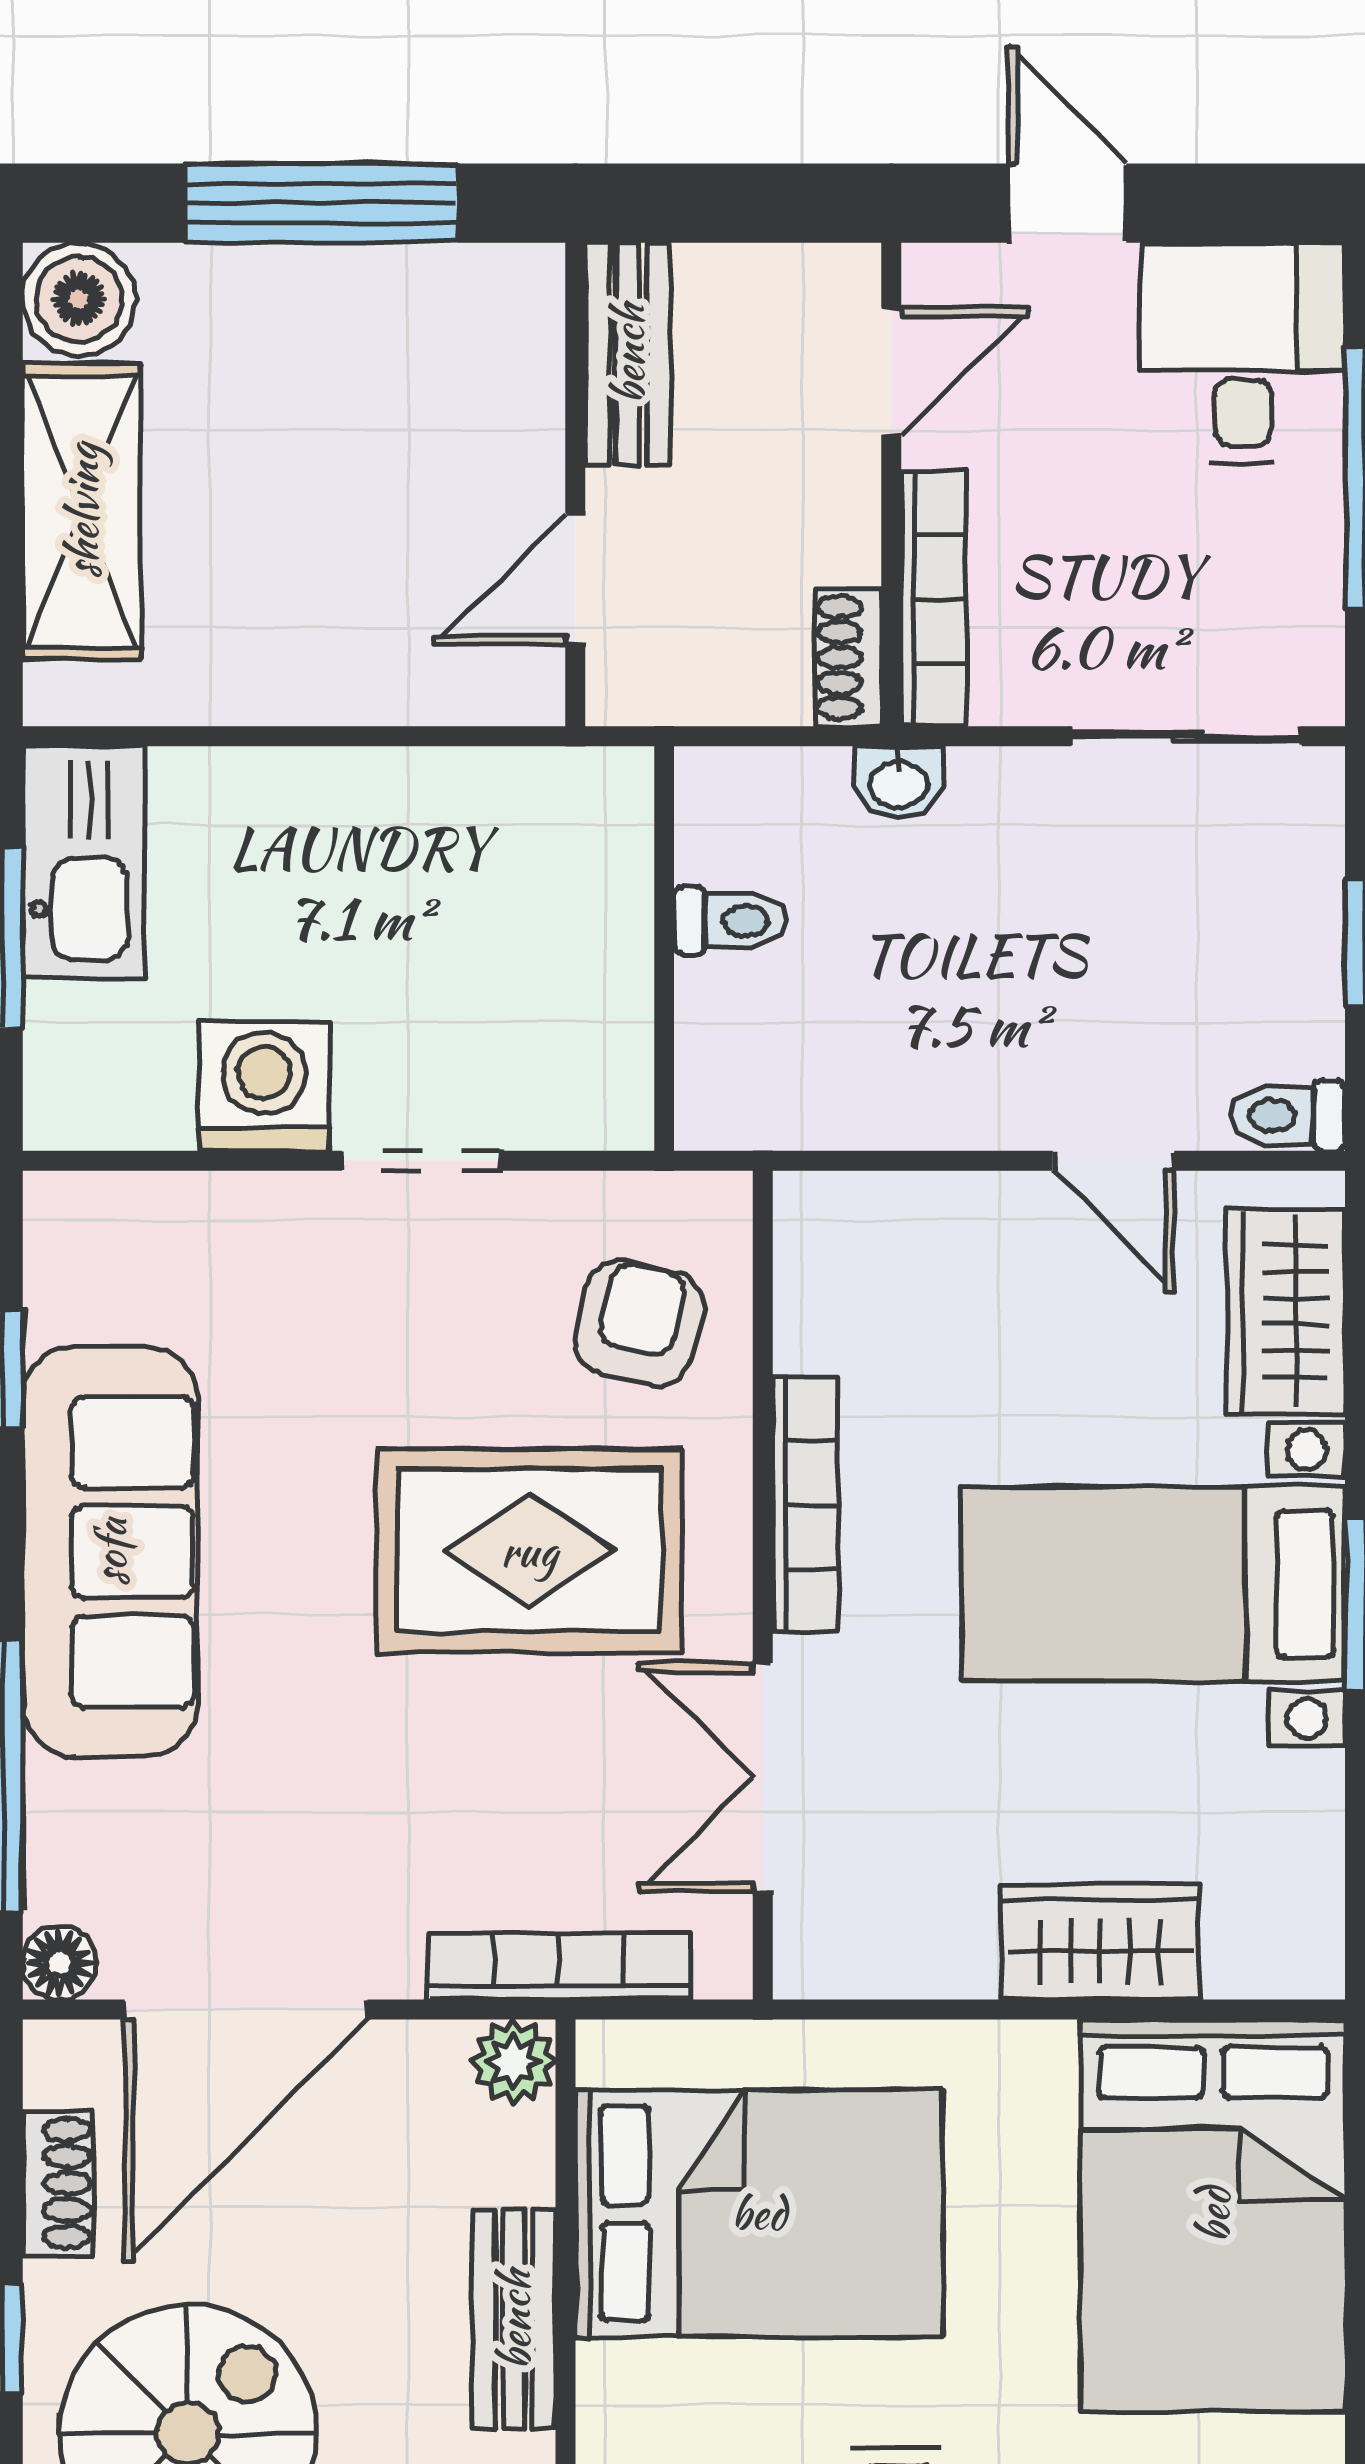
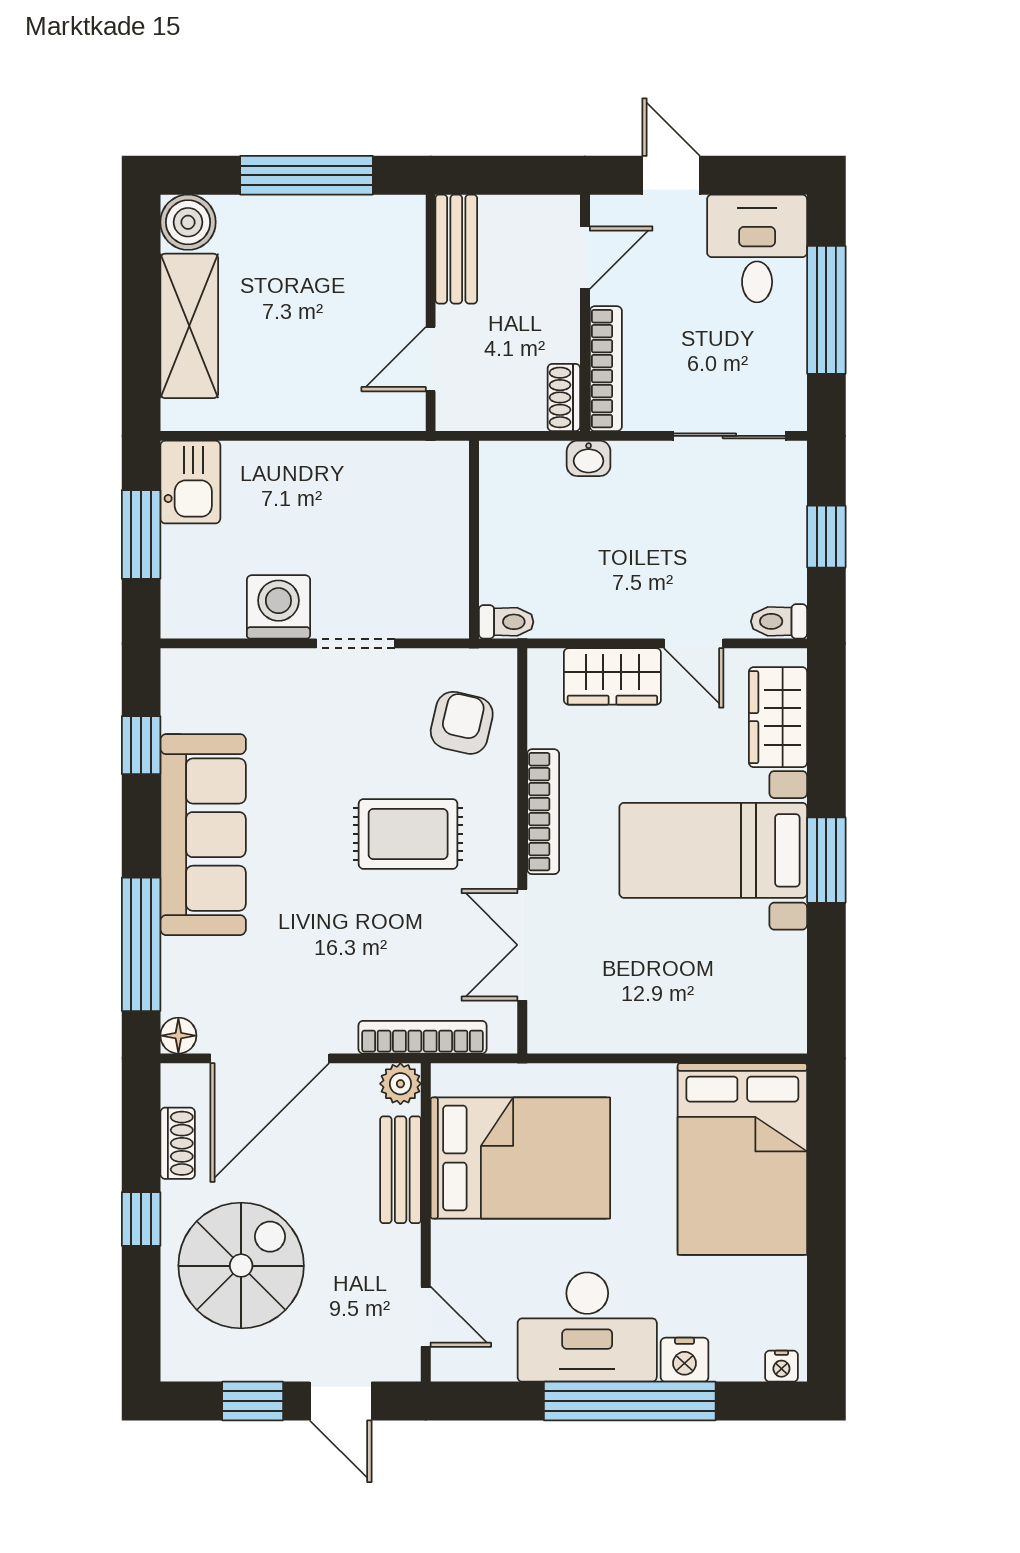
kitchen sink: (84, 862) -> (190, 482), width x0.73
toilet: (730, 921) -> (506, 622), moved
rug: (529, 1551) -> (408, 834), width x0.73, depth x0.70
wardrobe: (1100, 1942) -> (612, 676), moved, turned 180
bench: (514, 2320) -> (401, 1170), moved

